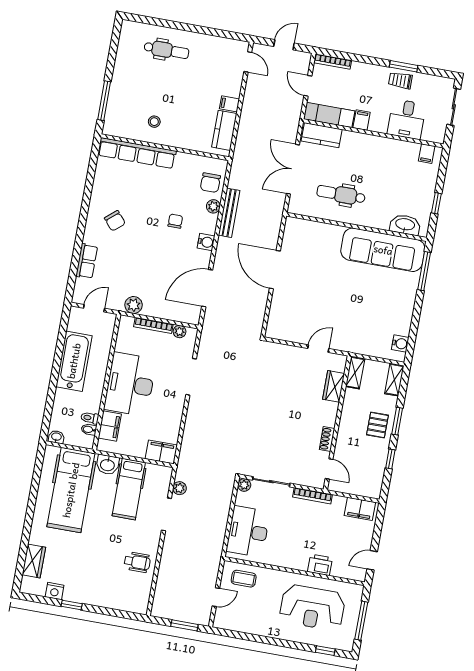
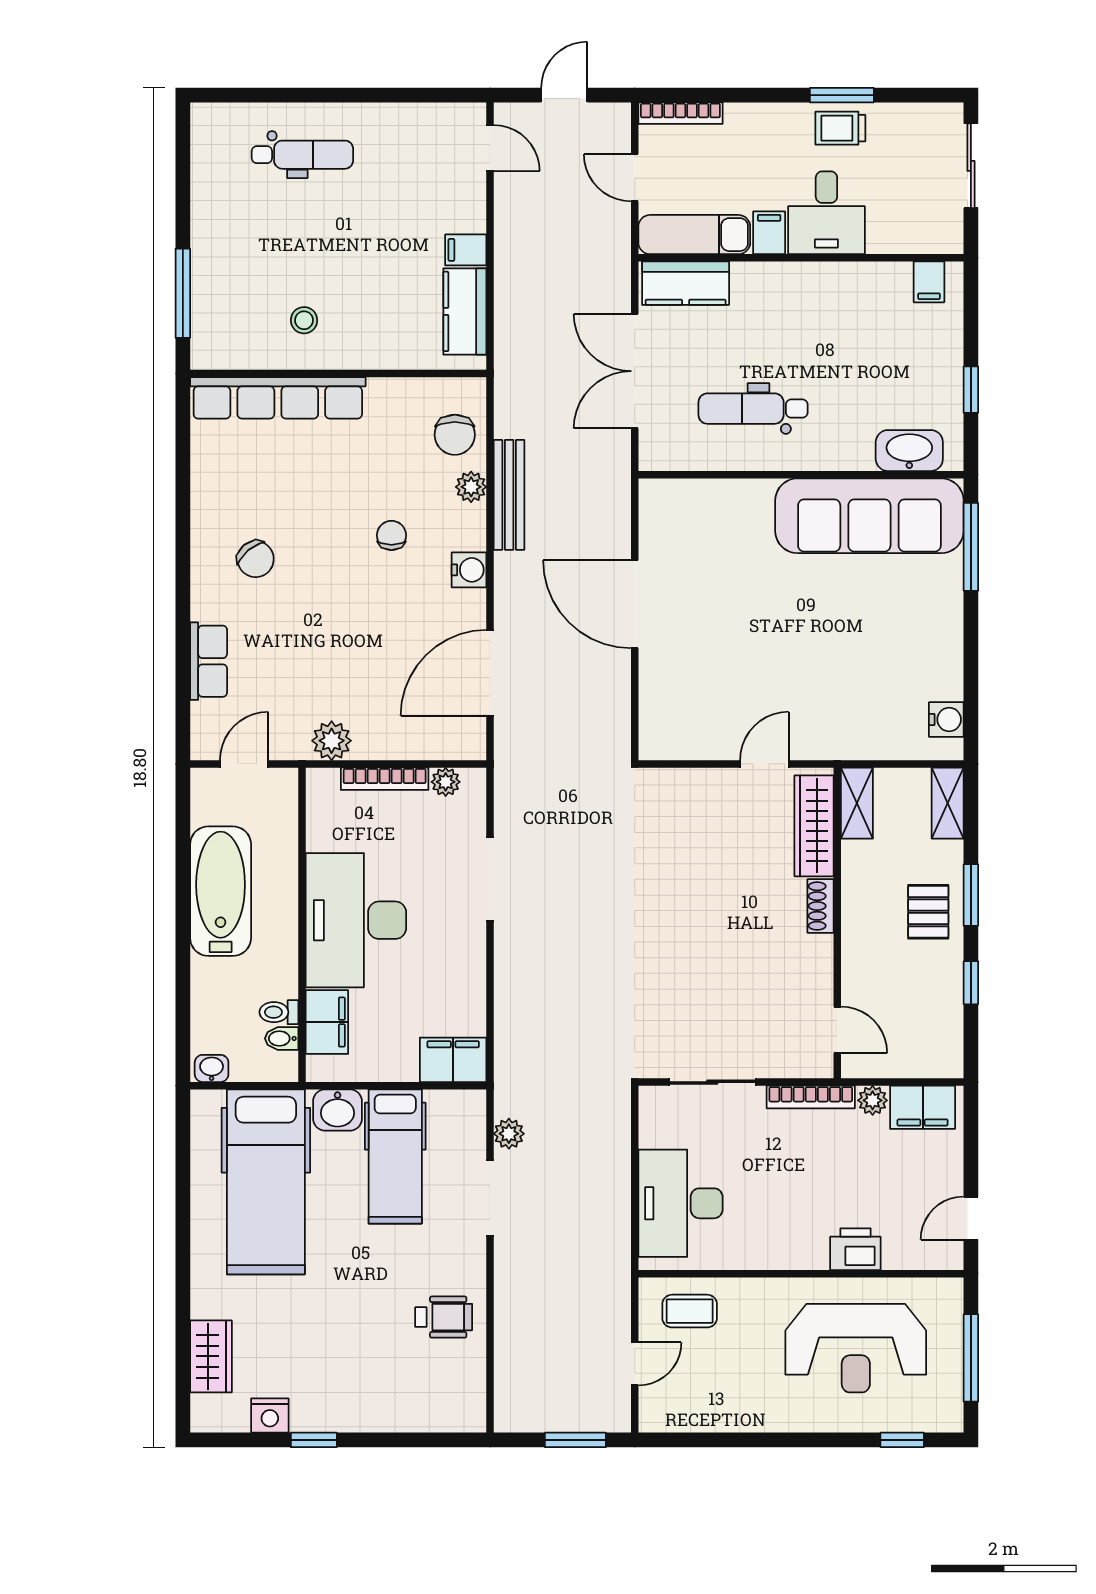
desk: (407, 119) -> (826, 213), moved
wardrobe: (334, 386) -> (814, 826), width x1.50
shoe rack: (327, 439) -> (821, 906), moved
plant: (244, 485) -> (873, 1100), moved

